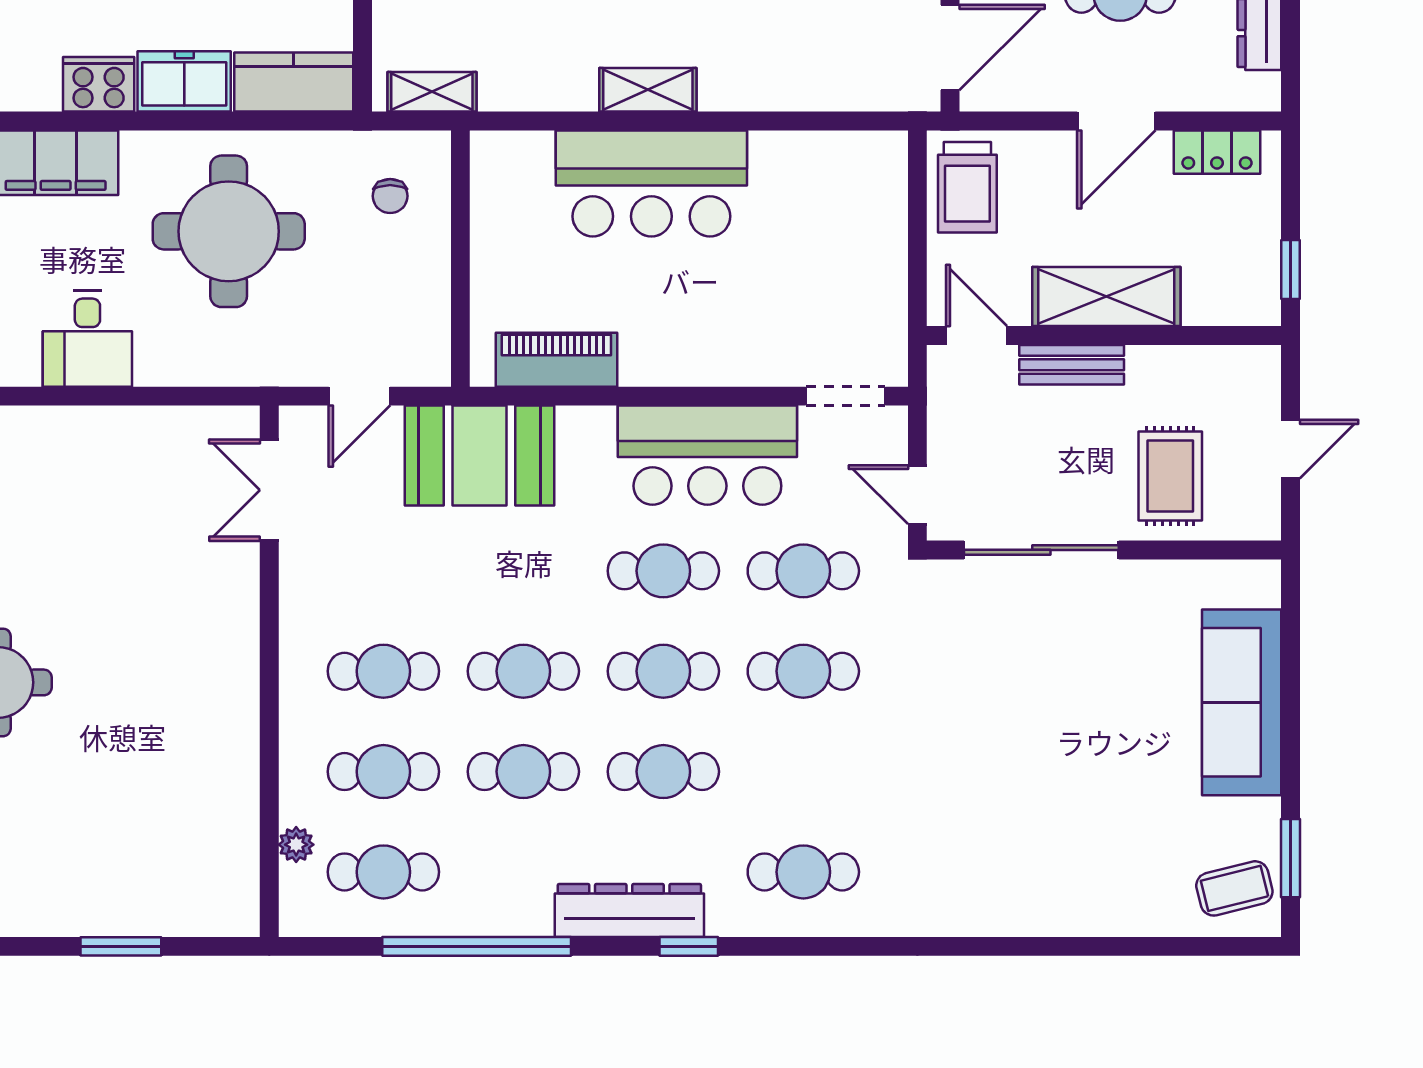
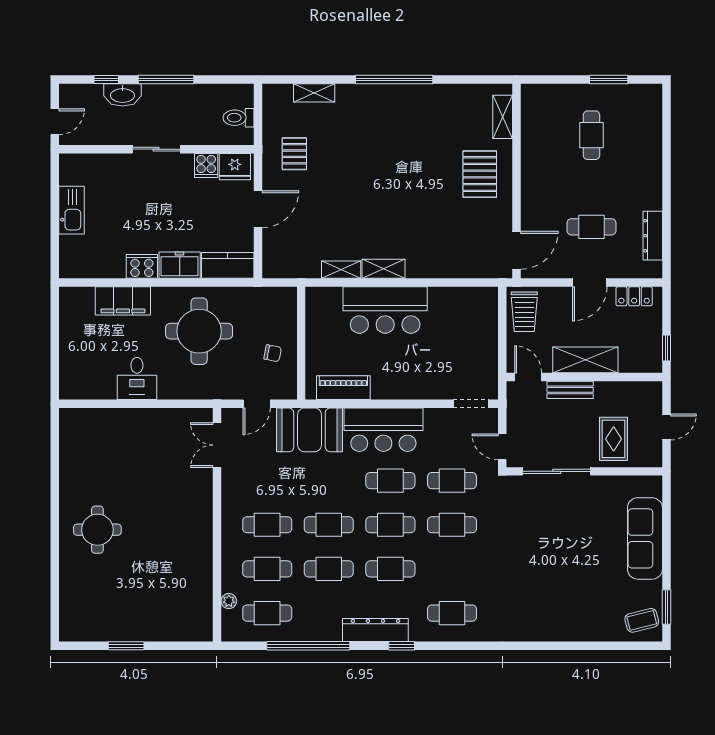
shelving: (432, 92) -> (341, 270), moved
chair: (390, 196) -> (273, 353), moved, turned -79
bar counter: (707, 455) -> (383, 430), moved
window: (121, 946) -> (126, 646), moved

